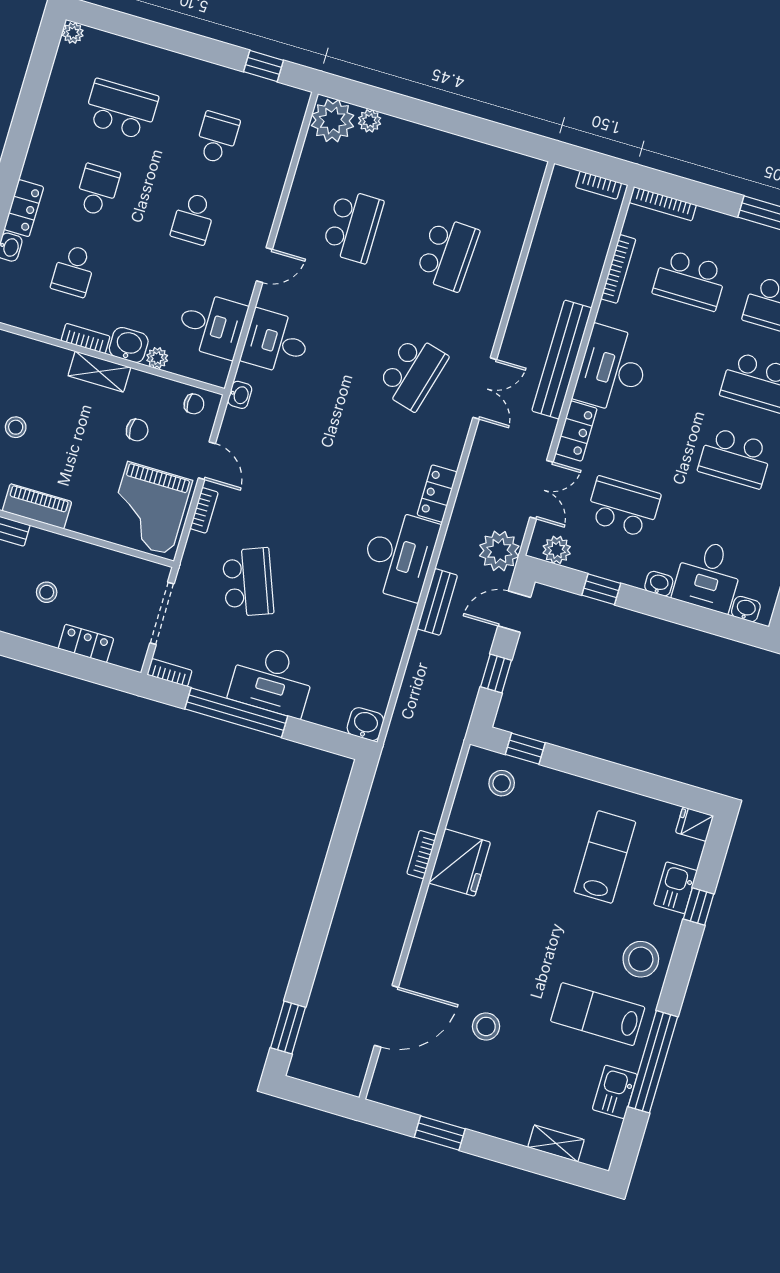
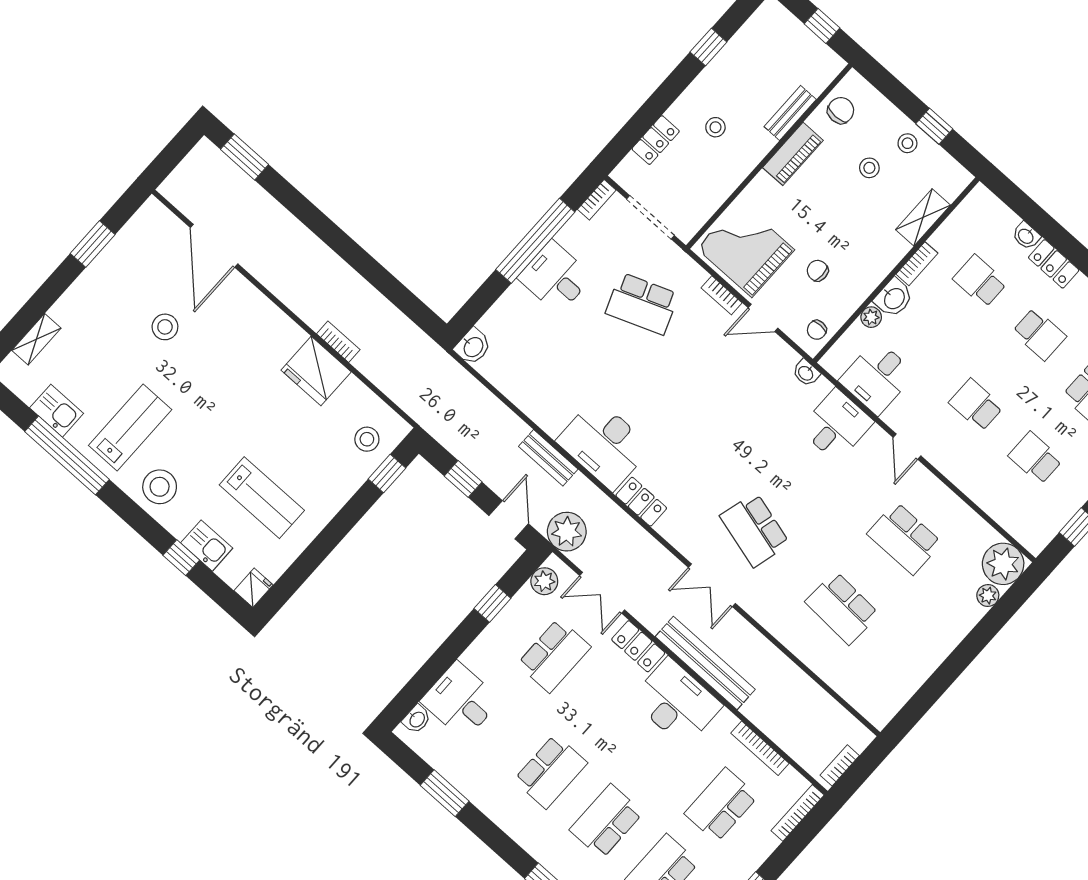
school desk: (217, 138) -> (1035, 458), turned 180
shelving: (99, 372) -> (923, 217), moved
chair: (137, 430) -> (818, 271), turned 90
school desk: (735, 458) -> (551, 771), turned 180
washbasin: (659, 584) -> (474, 655), removed
desk: (272, 680) -> (555, 277), width x0.73

